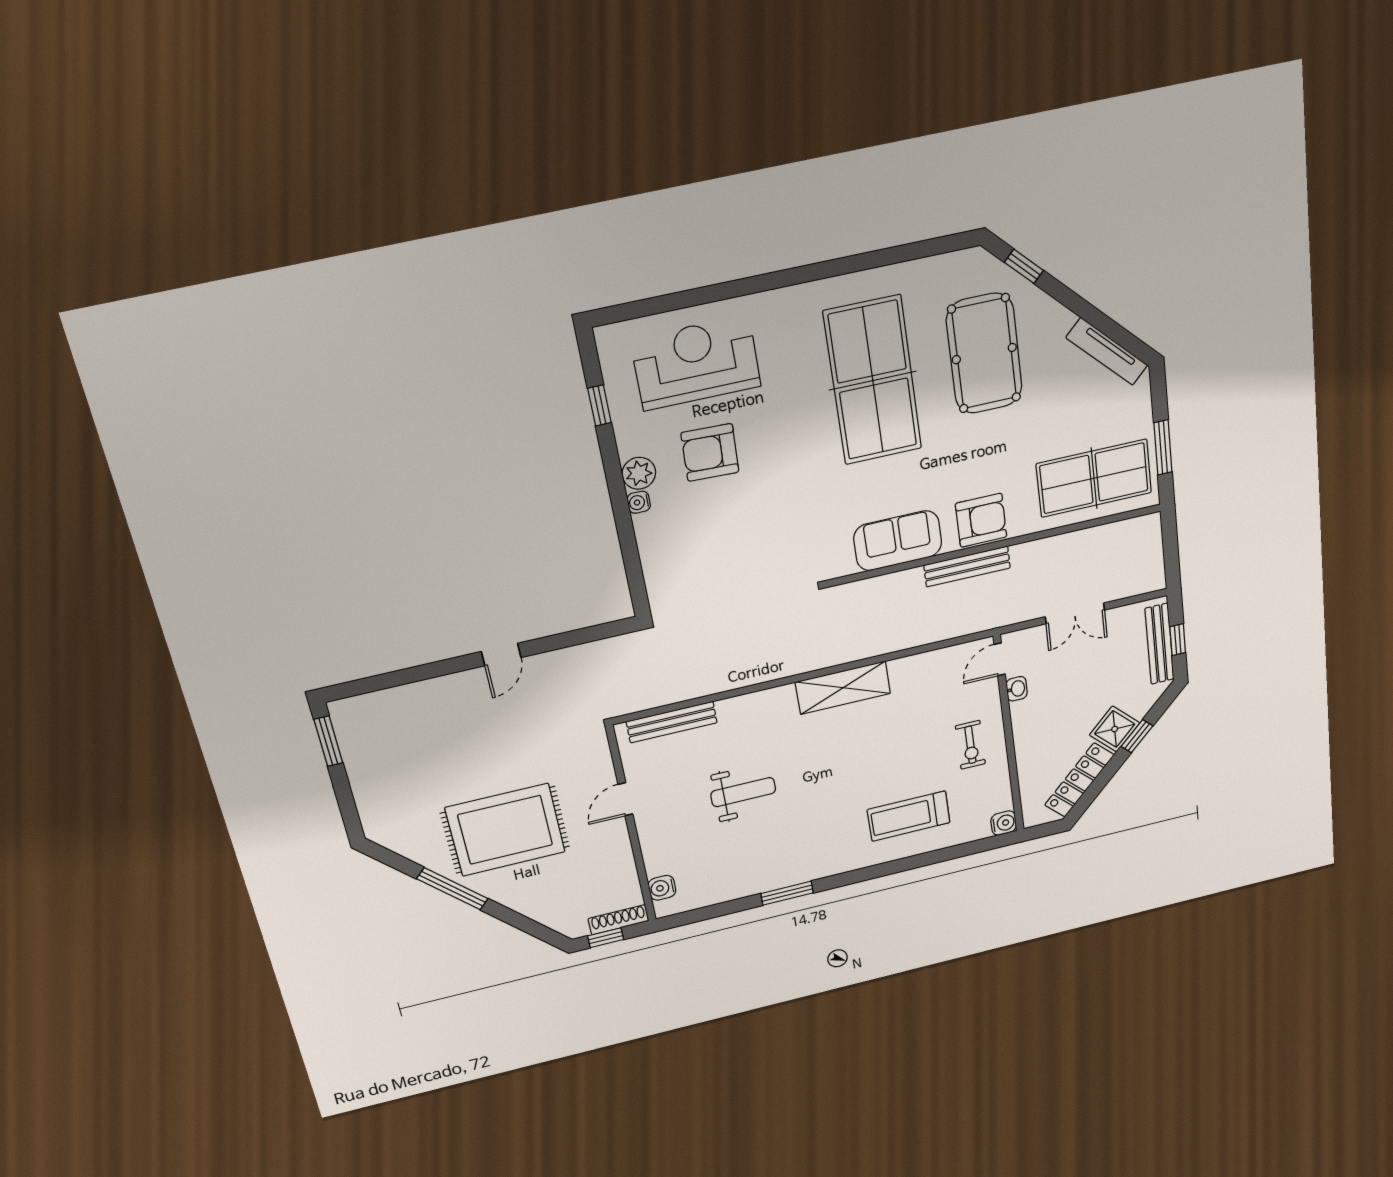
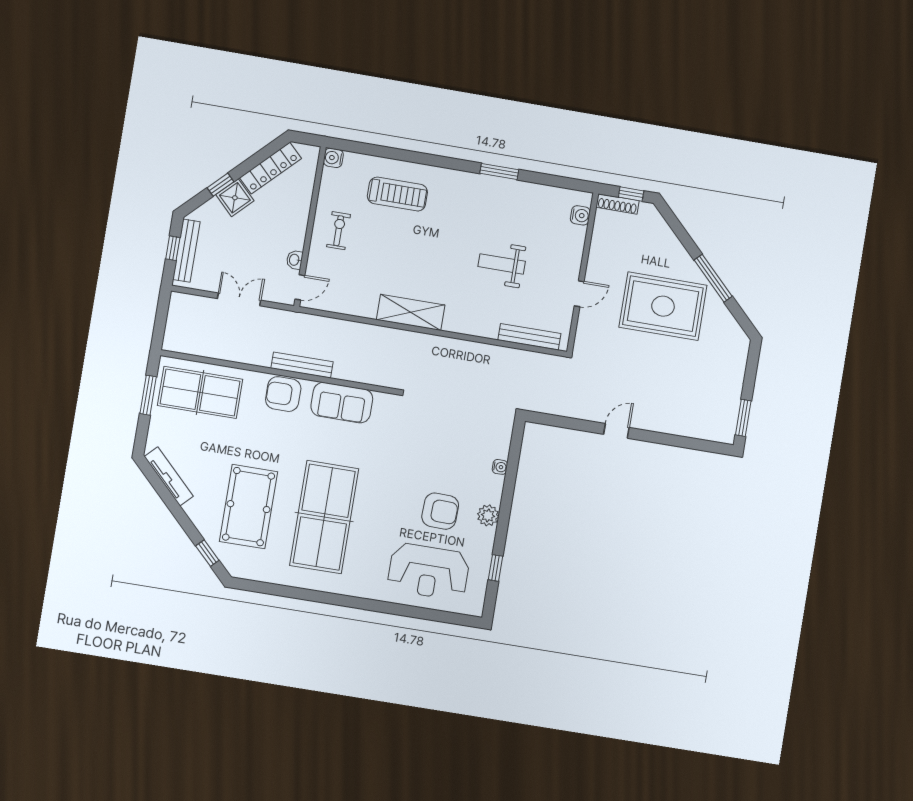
water cooler: (639, 502) -> (500, 467), moved

